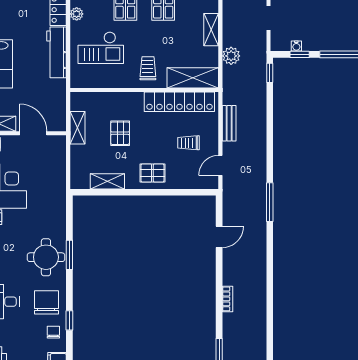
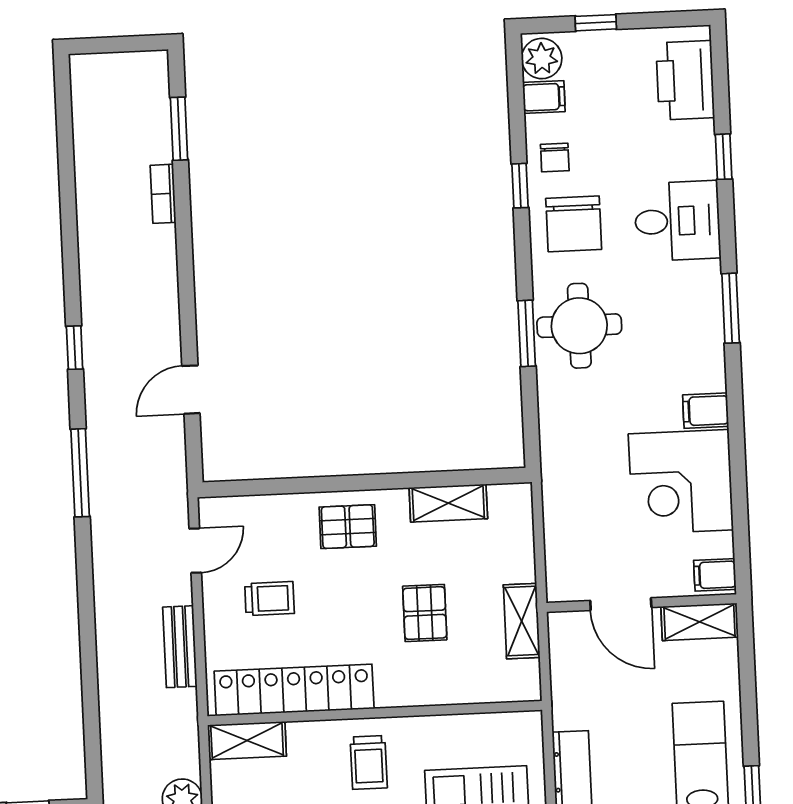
window: (270, 73) -> (75, 348), moved
shelving: (193, 78) -> (247, 741), width x0.67, depth x0.75
bookcase: (227, 299) -> (163, 194), moved

